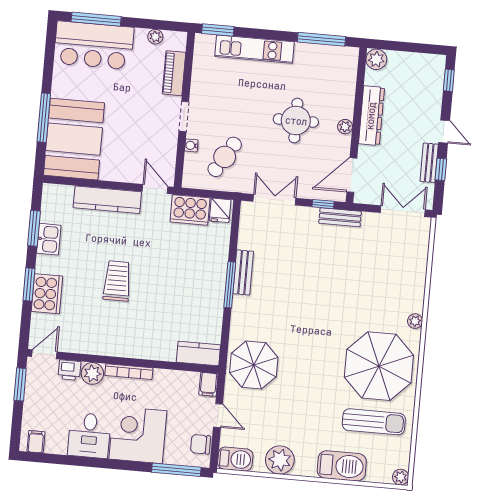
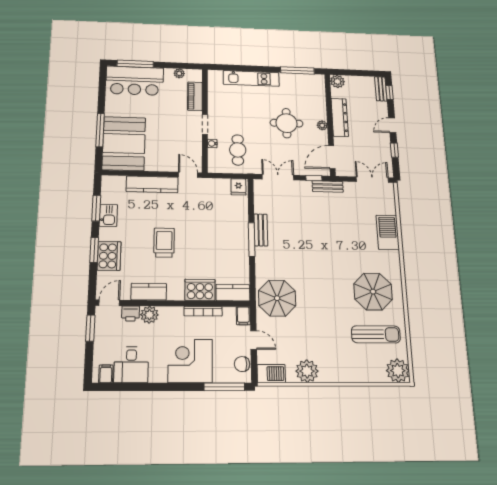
window: (218, 30) -> (224, 67), removed
door: (444, 132) -> (392, 125), swing flipped
cafe table: (225, 157) -> (238, 150), turned -31
bench: (429, 163) -> (381, 89), moved
cooker: (190, 210) -> (200, 290), moved, turned 180
plant: (415, 321) -> (394, 256), removed
kitchen counter: (93, 344) -> (149, 292), added
parasol: (379, 366) -> (373, 292), width x0.73, depth x0.73
bookcase: (129, 372) -> (203, 311), moved
desk: (89, 435) -> (131, 365), moved
barbecue: (342, 466) -> (388, 232), moved, turned -90
plant: (401, 477) -> (398, 371), width x1.88, depth x1.88

